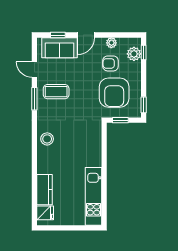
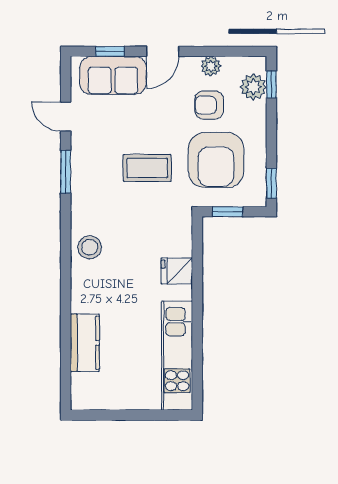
coffee table: (56, 92) -> (147, 168), moved
fridge: (45, 213) -> (177, 271), moved, turned 180

